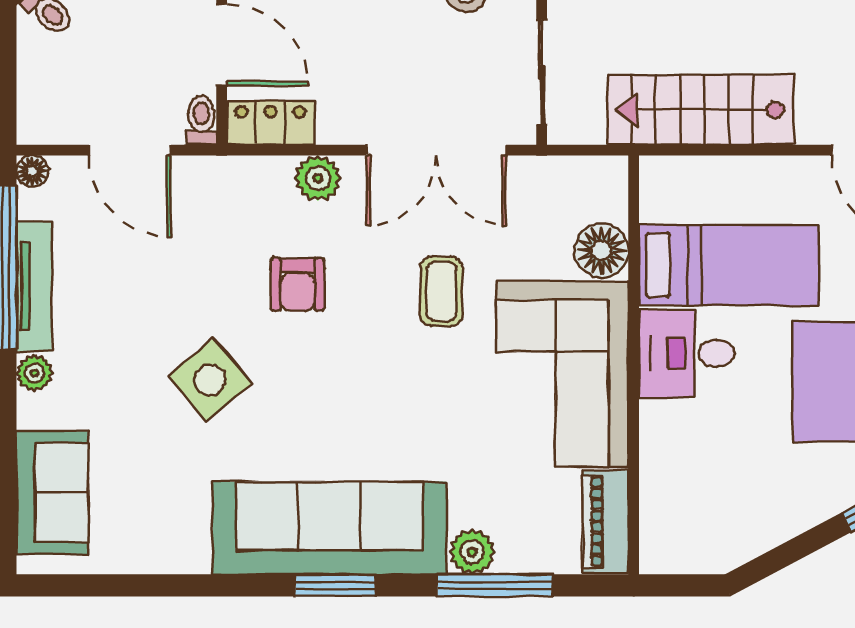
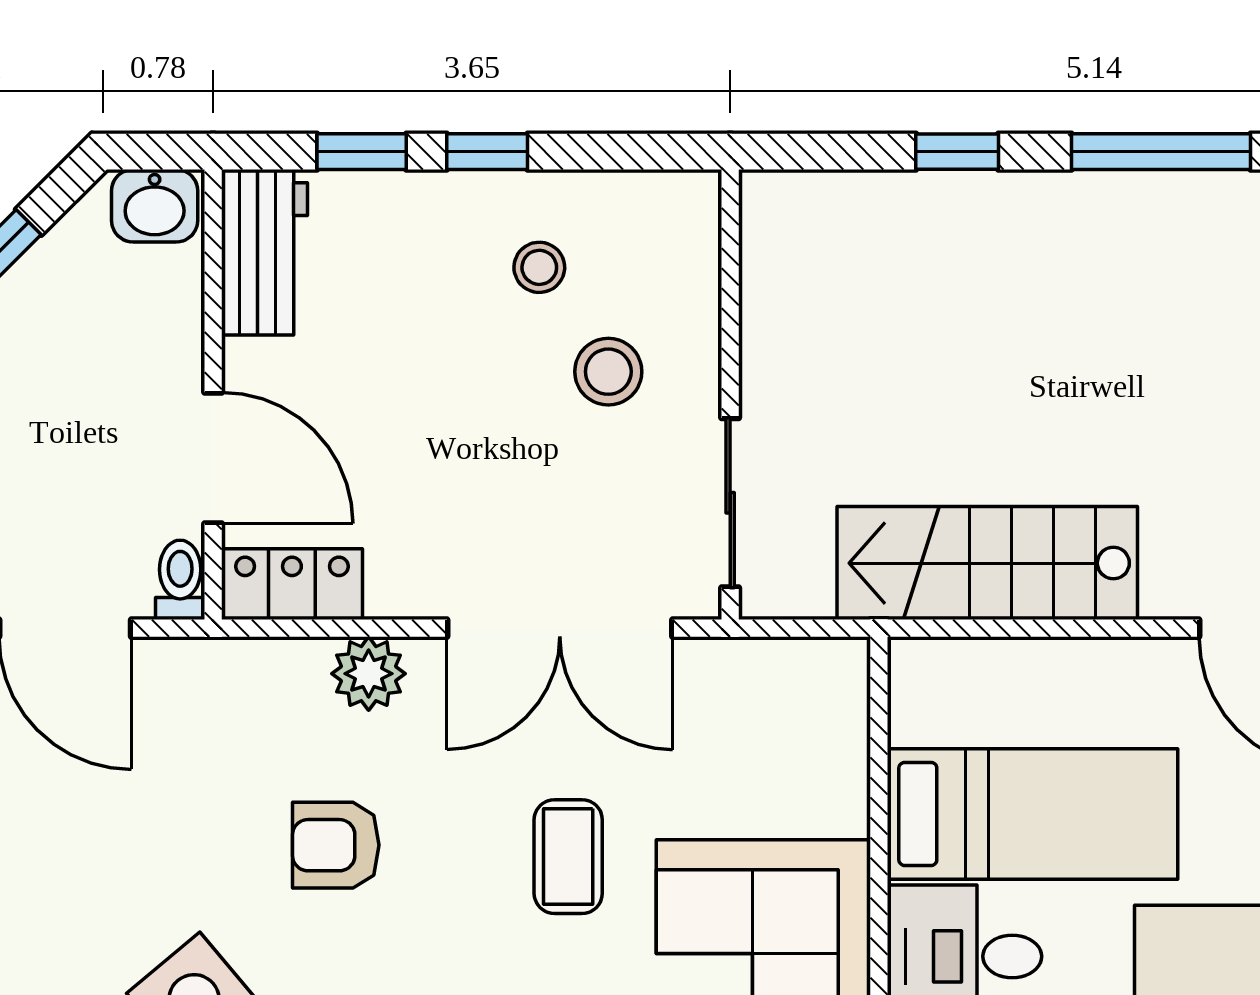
floor lamp: (601, 250) -> (827, 790), removed
armchair: (298, 284) -> (336, 845), turned 90

